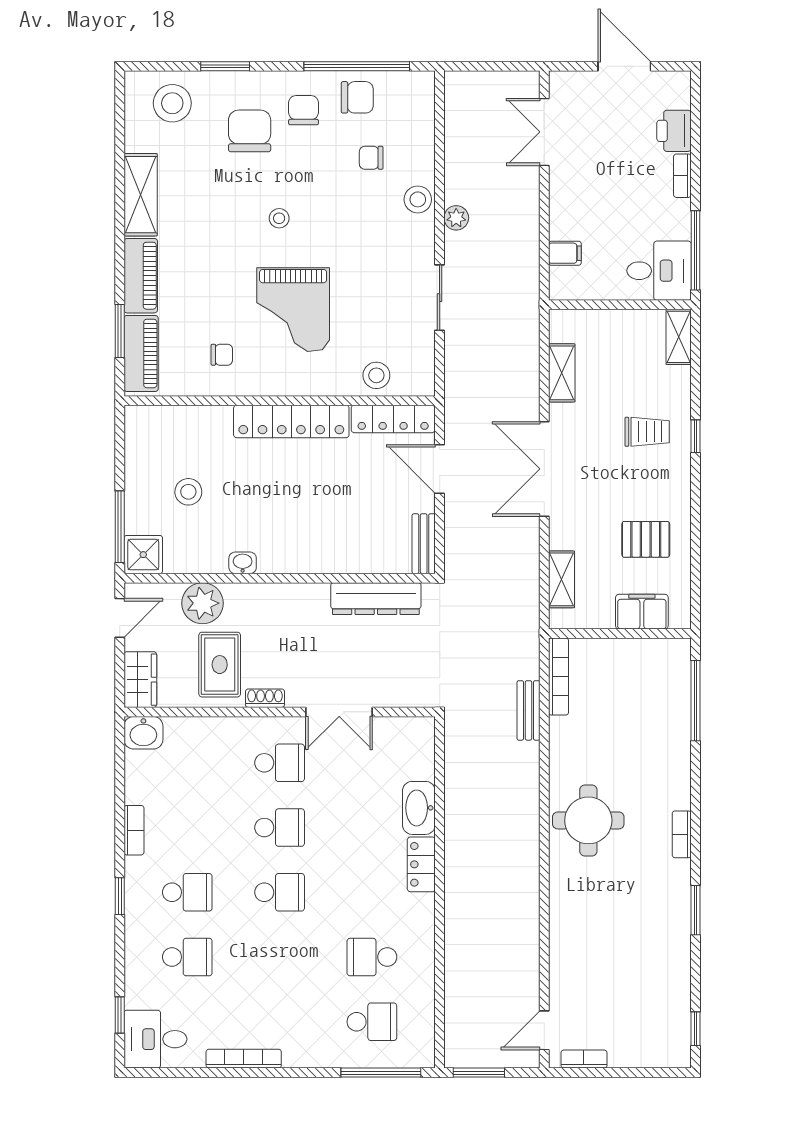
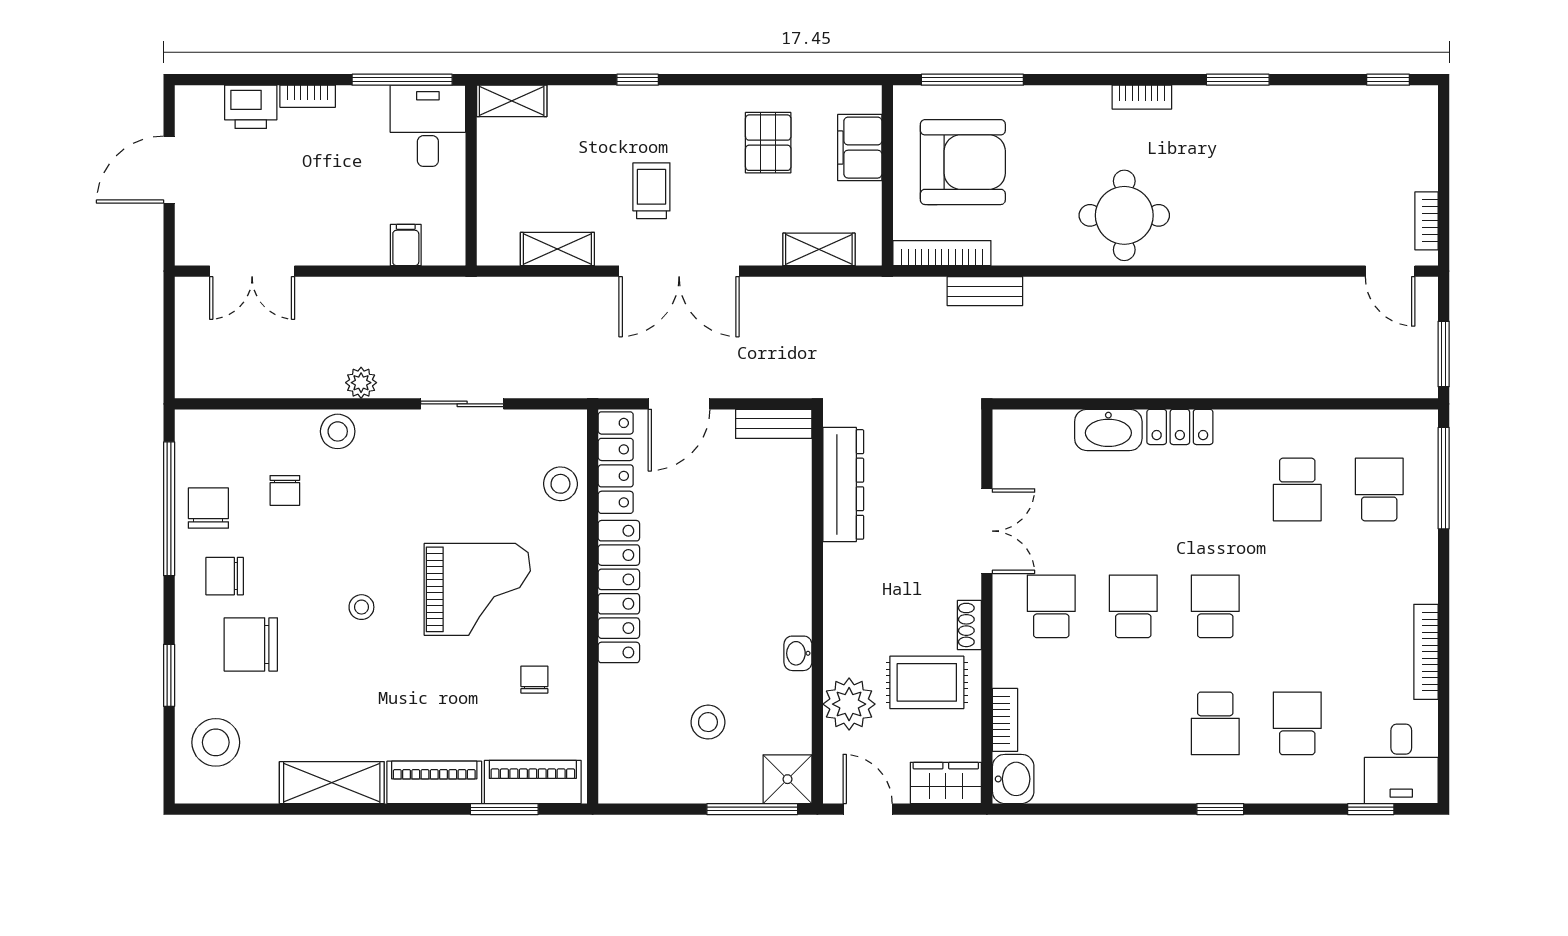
trolley: (647, 432) -> (651, 191), moved
armchair: (630, 693) -> (963, 162), added
bookcase: (134, 830) -> (1005, 720), moved, turned 90
school desk: (187, 892) -> (1215, 723), turned 180

